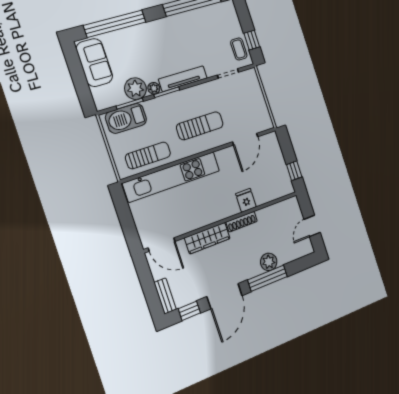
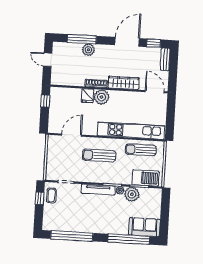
sofa: (94, 63) -> (144, 227), moved, turned 90
plant: (228, 206) -> (102, 97), added
door: (312, 226) -> (48, 60), swing flipped
window: (268, 278) -> (82, 39), moved

